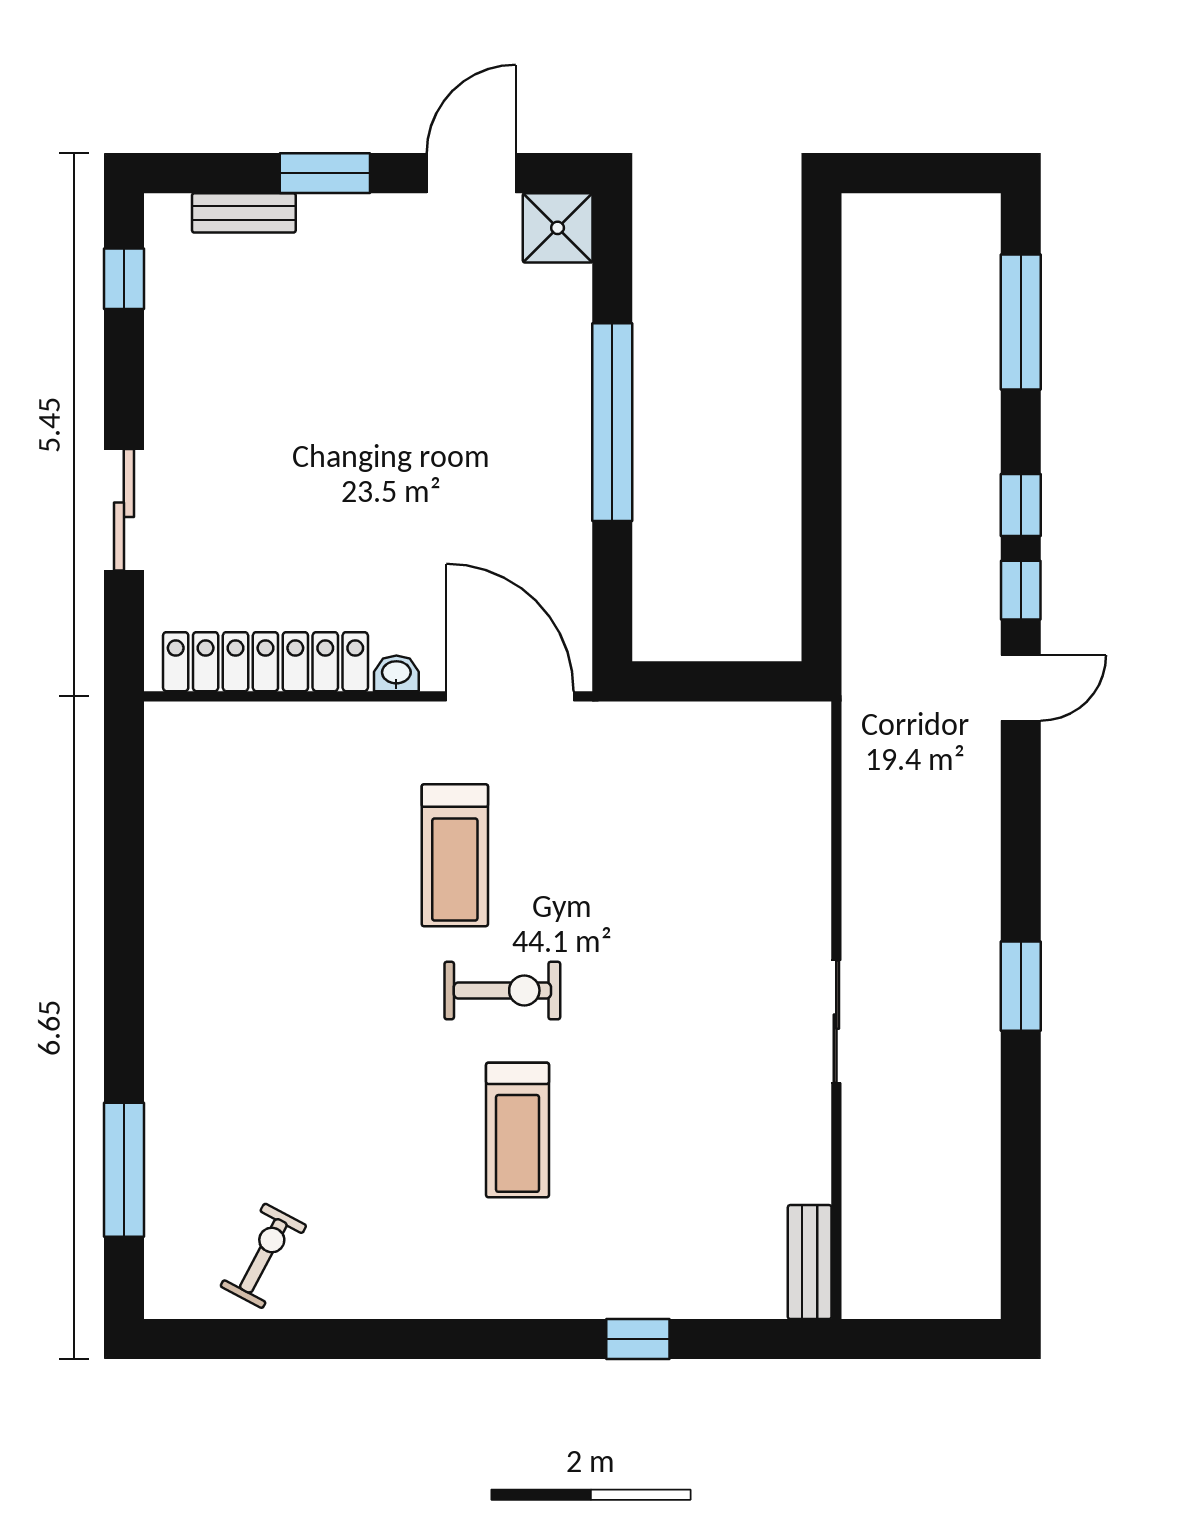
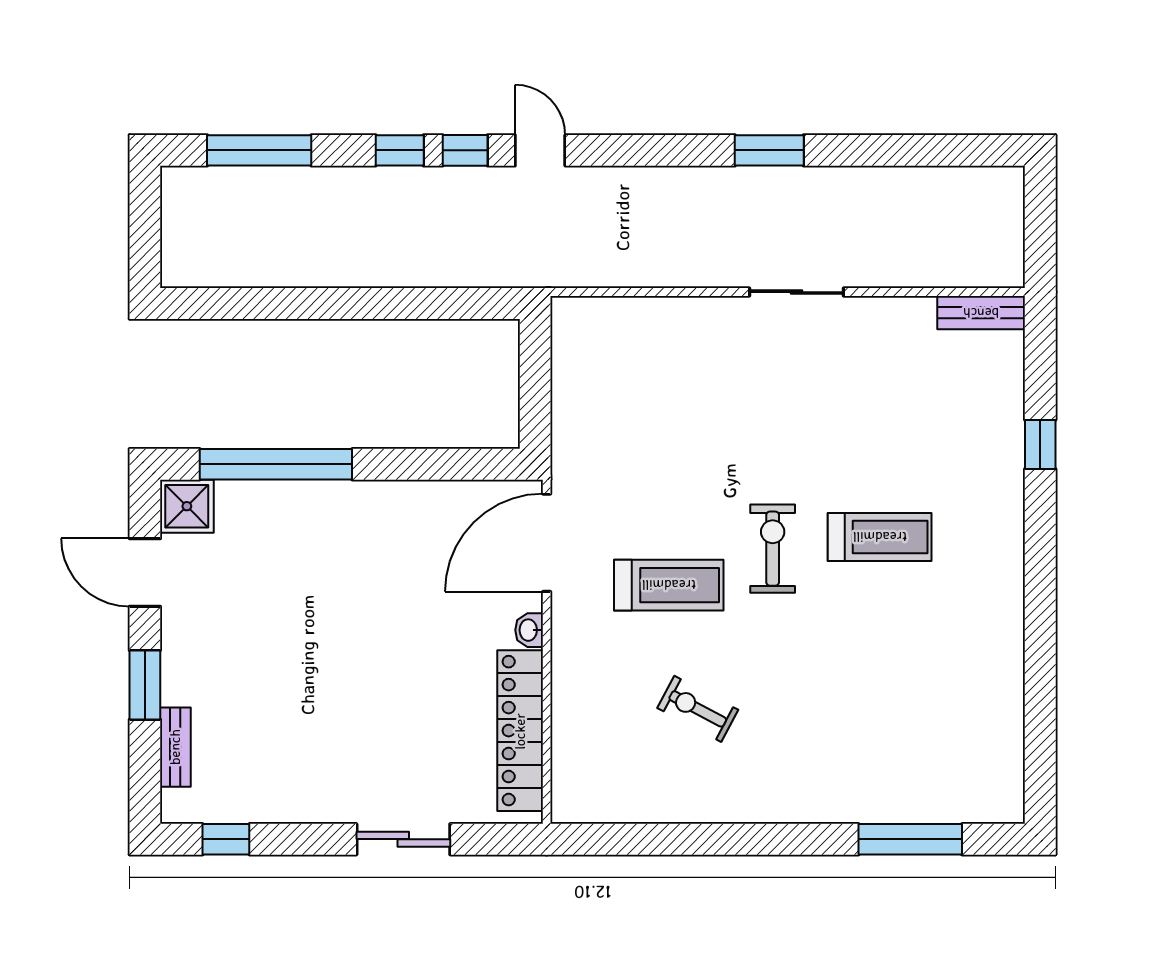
window: (612, 422) -> (276, 464), moved
exercise bike: (263, 1256) -> (698, 709), moved

